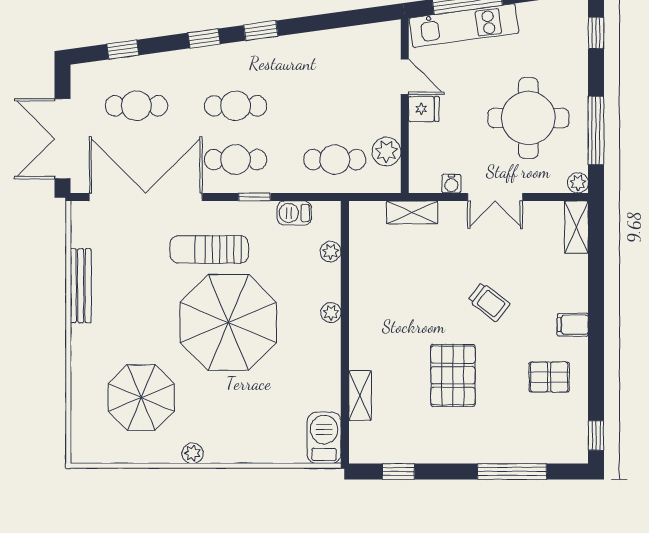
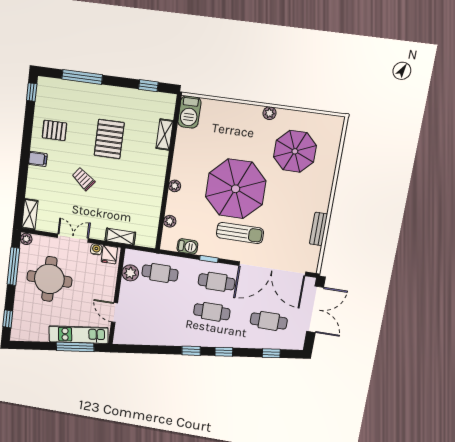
fridge: (424, 109) -> (109, 255), moved, turned -90
bench: (81, 286) -> (319, 229), width x0.73

